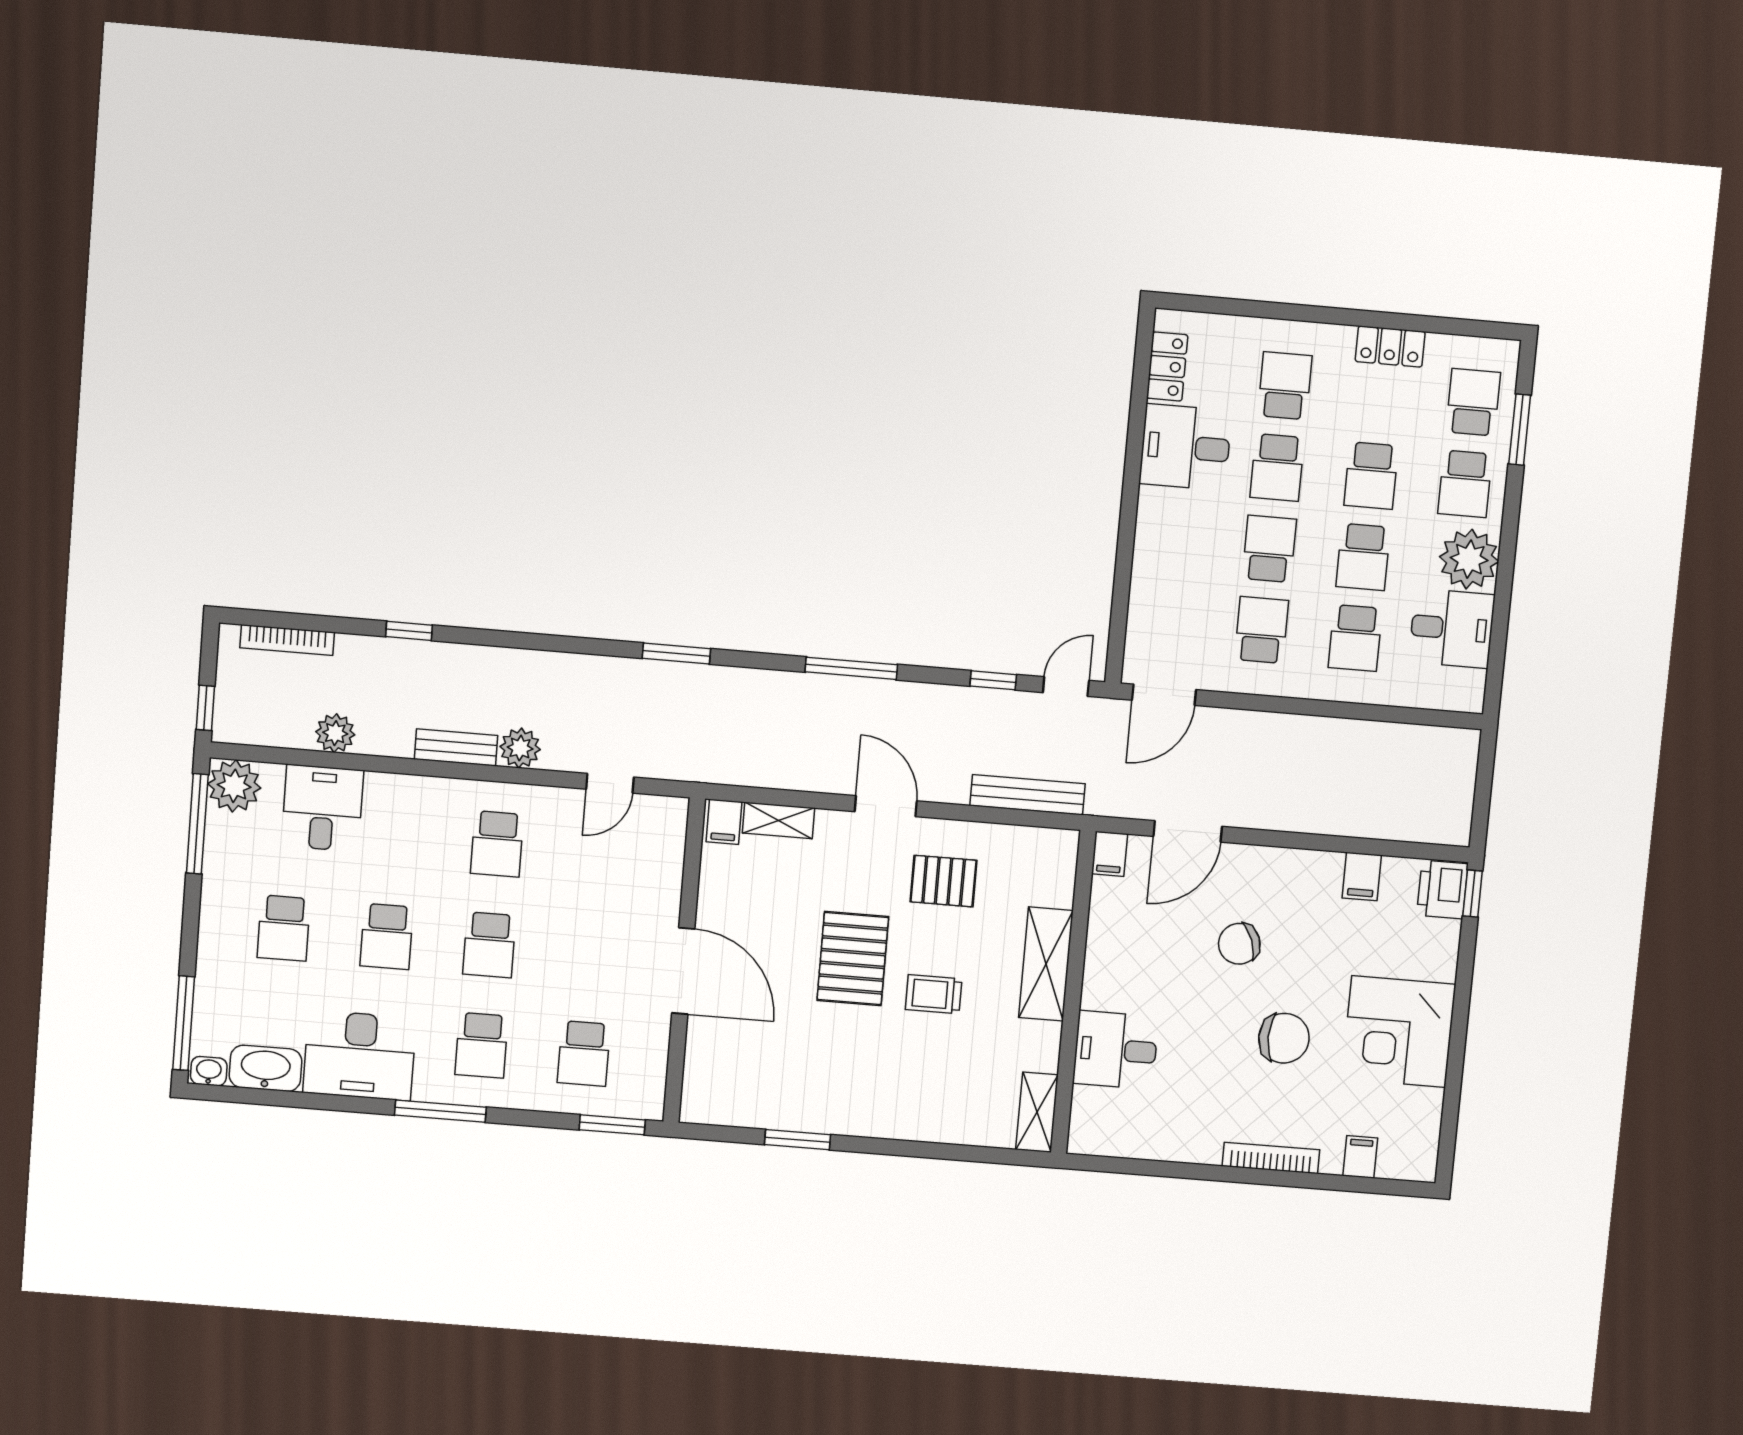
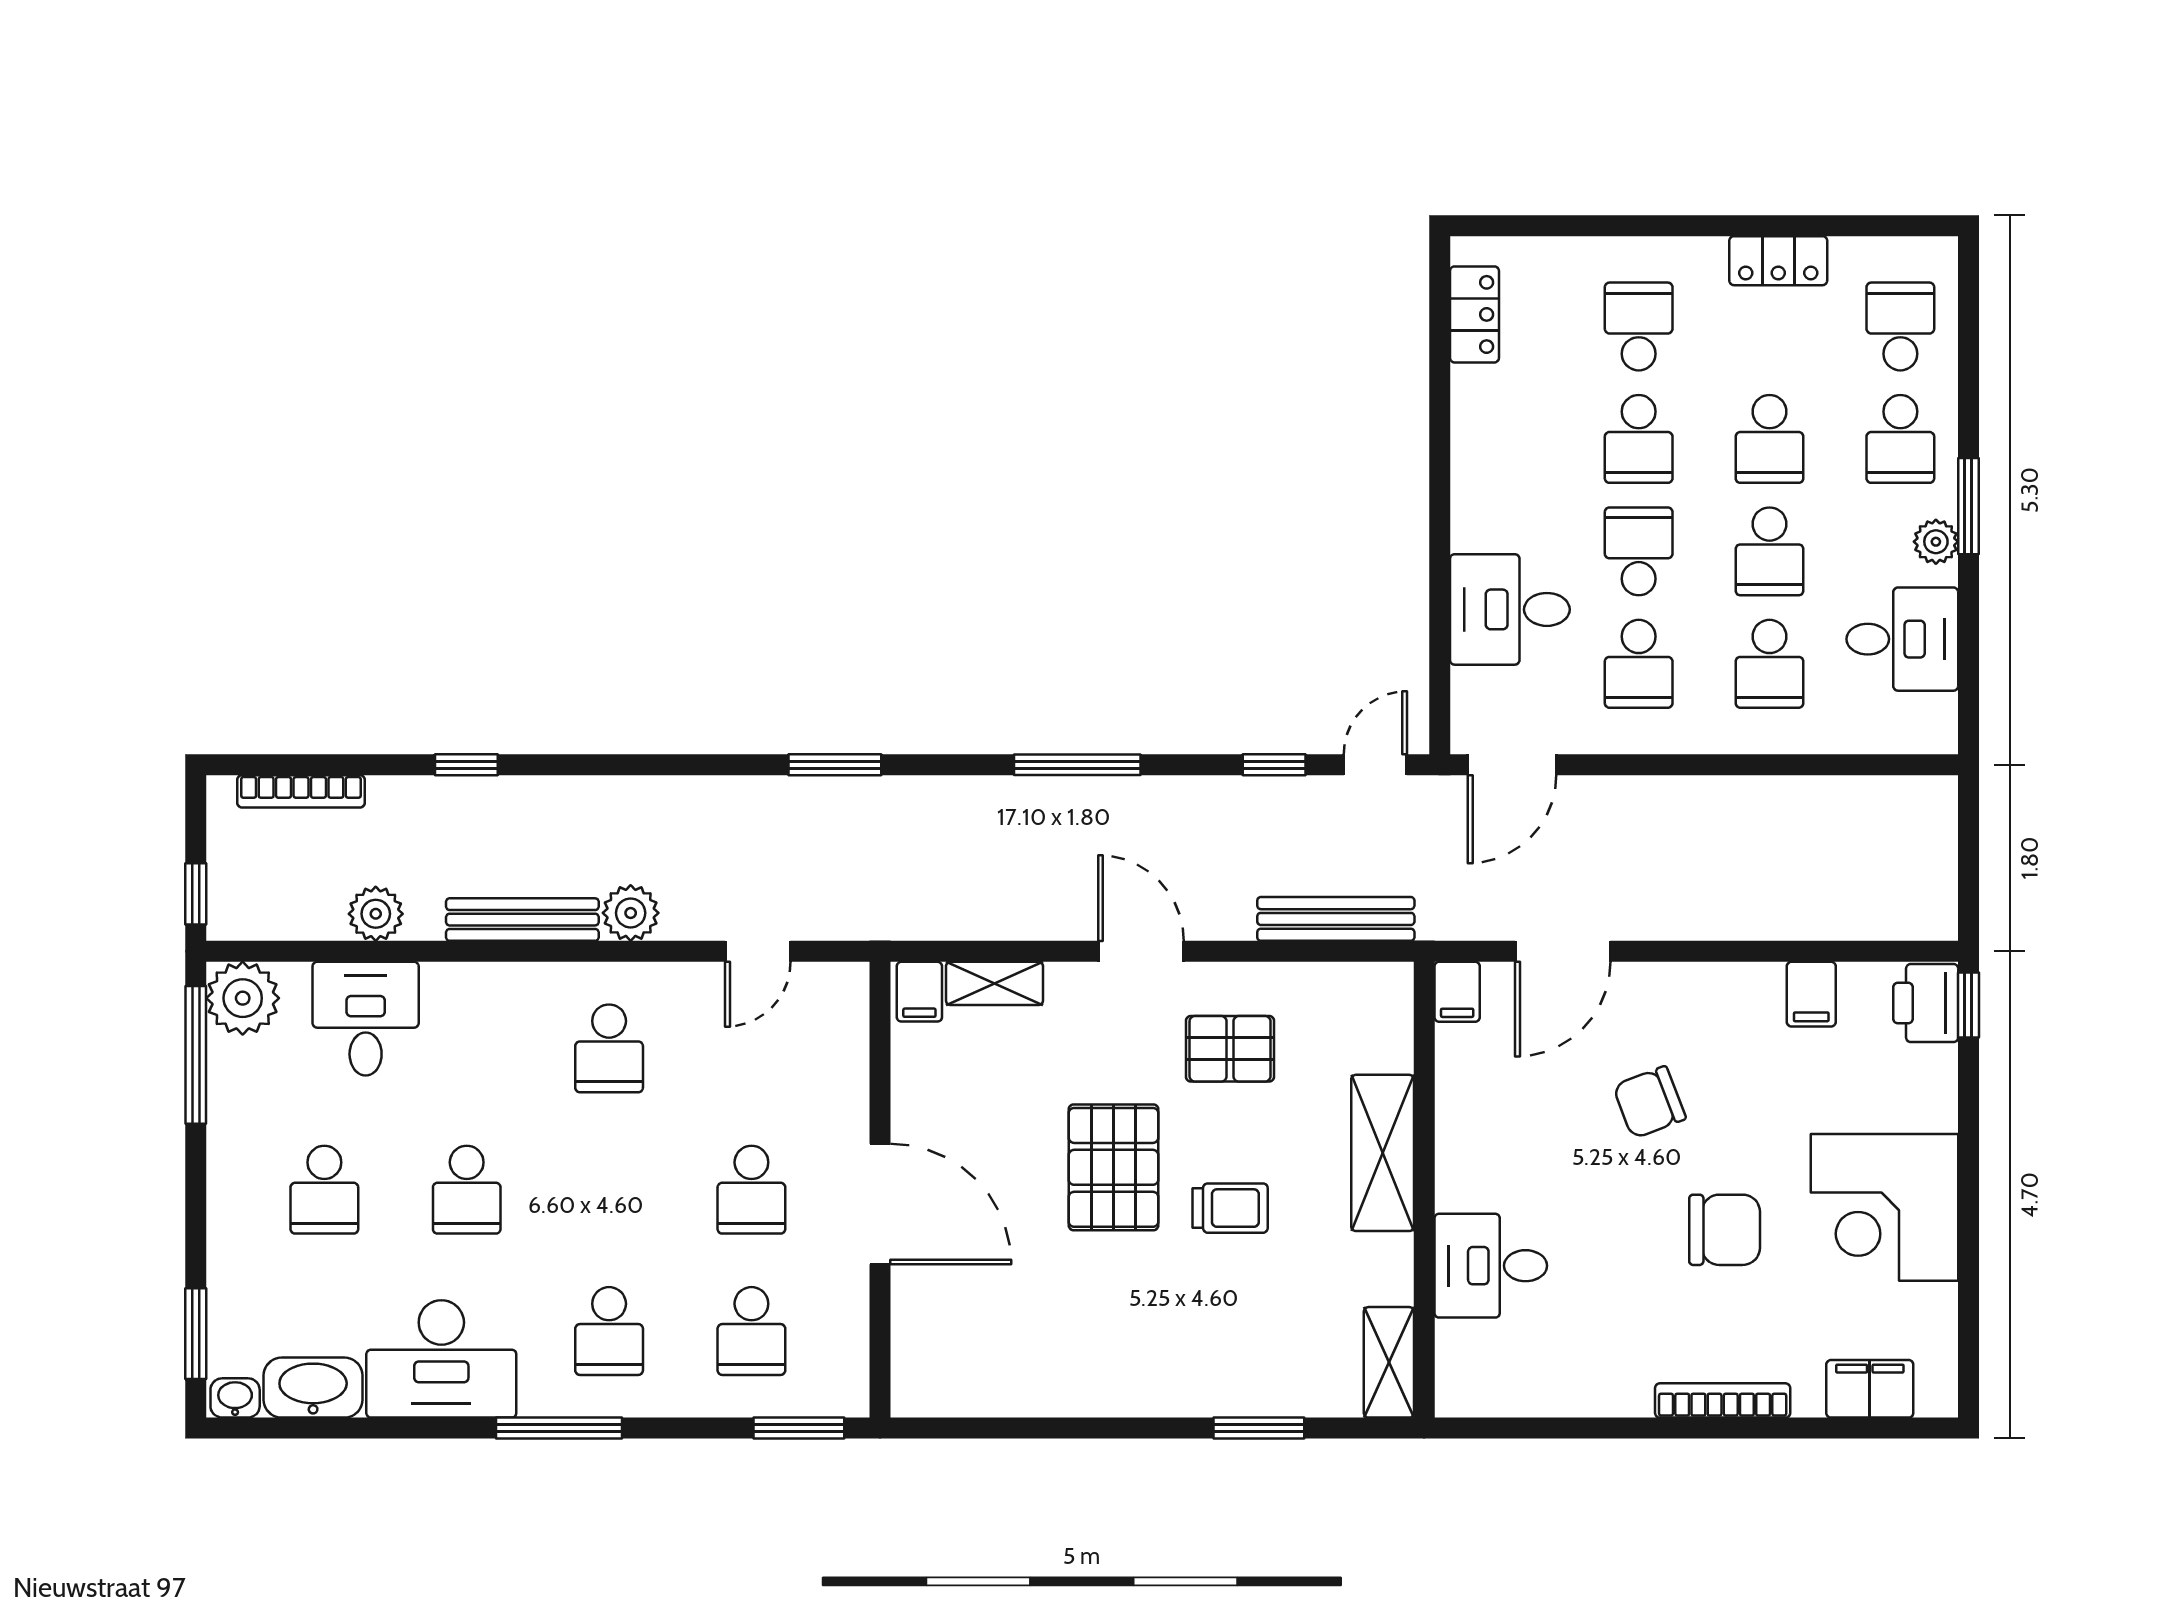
window: (1520, 430) -> (1968, 506), moved
desk: (1185, 447) -> (1510, 609), moved
plant: (1469, 559) -> (1936, 542), width x0.53, depth x0.53
school desk: (1262, 630) -> (1639, 664), turned 180
bench: (456, 747) -> (522, 920), width x1.36
school desk: (489, 945) -> (751, 1190), moved
trolley: (934, 994) -> (1230, 1208), turned 180
window: (184, 1023) -> (196, 1334), width x0.69
window: (797, 1140) -> (1259, 1428), moved
filing cabinet: (1360, 1157) -> (1870, 1389), width x2.00

